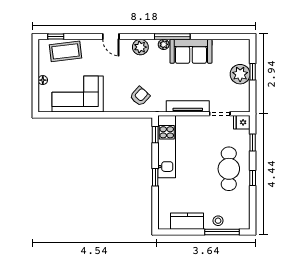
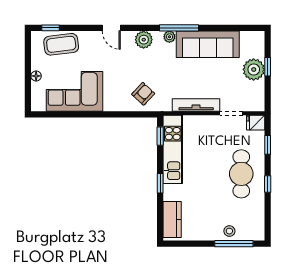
sofa: (191, 51) -> (208, 44), width x1.36
kitchen counter: (187, 221) -> (172, 220), moved, turned 90

